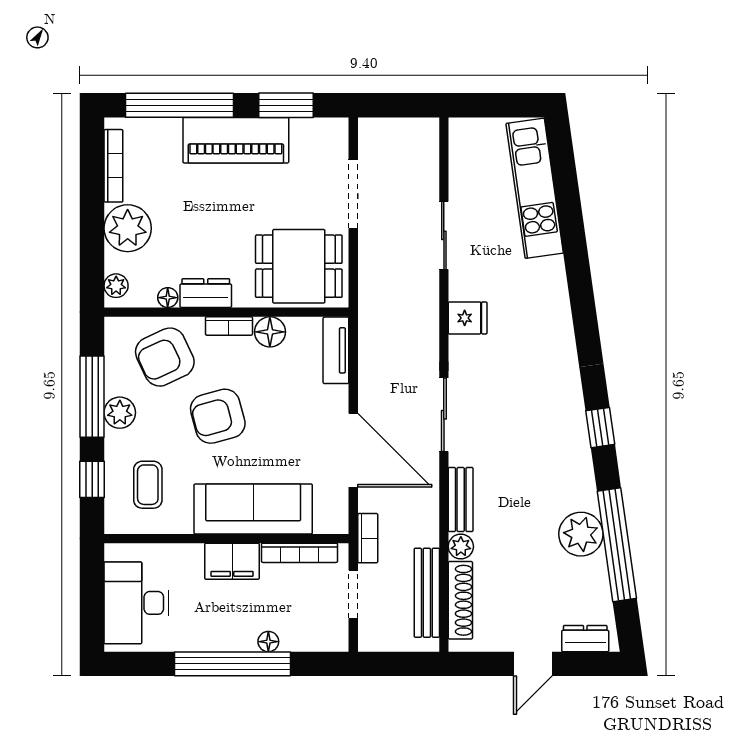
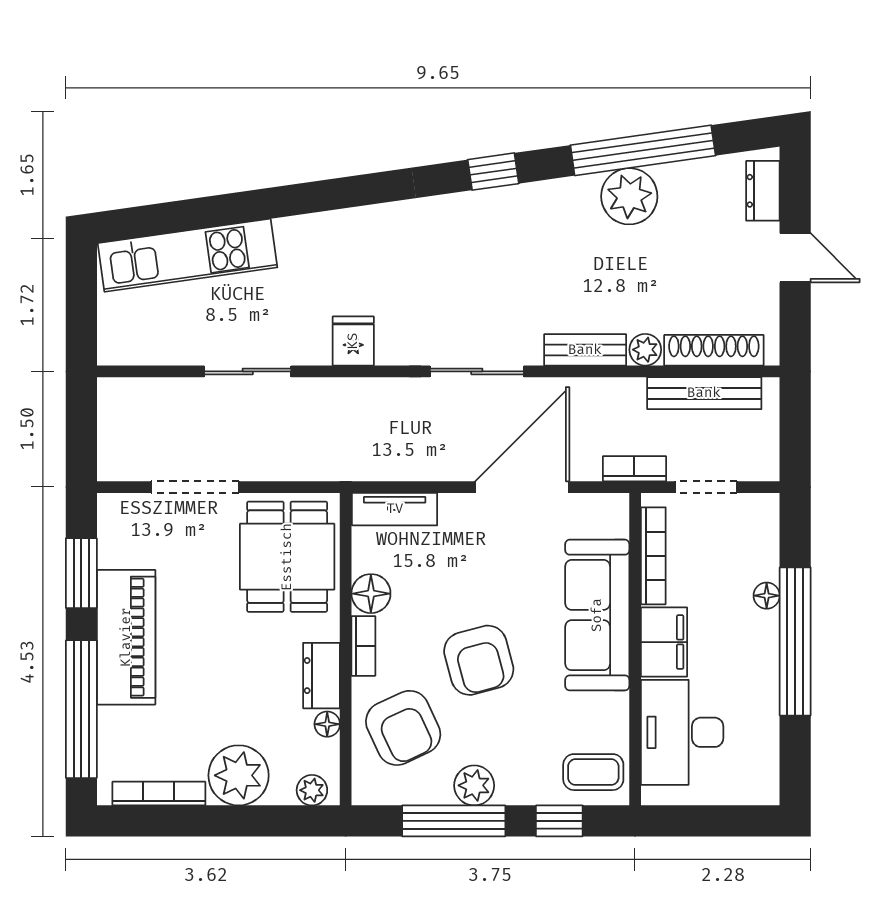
coffee table: (148, 485) -> (593, 772), moved
desk: (136, 603) -> (682, 732), moved, turned 90

